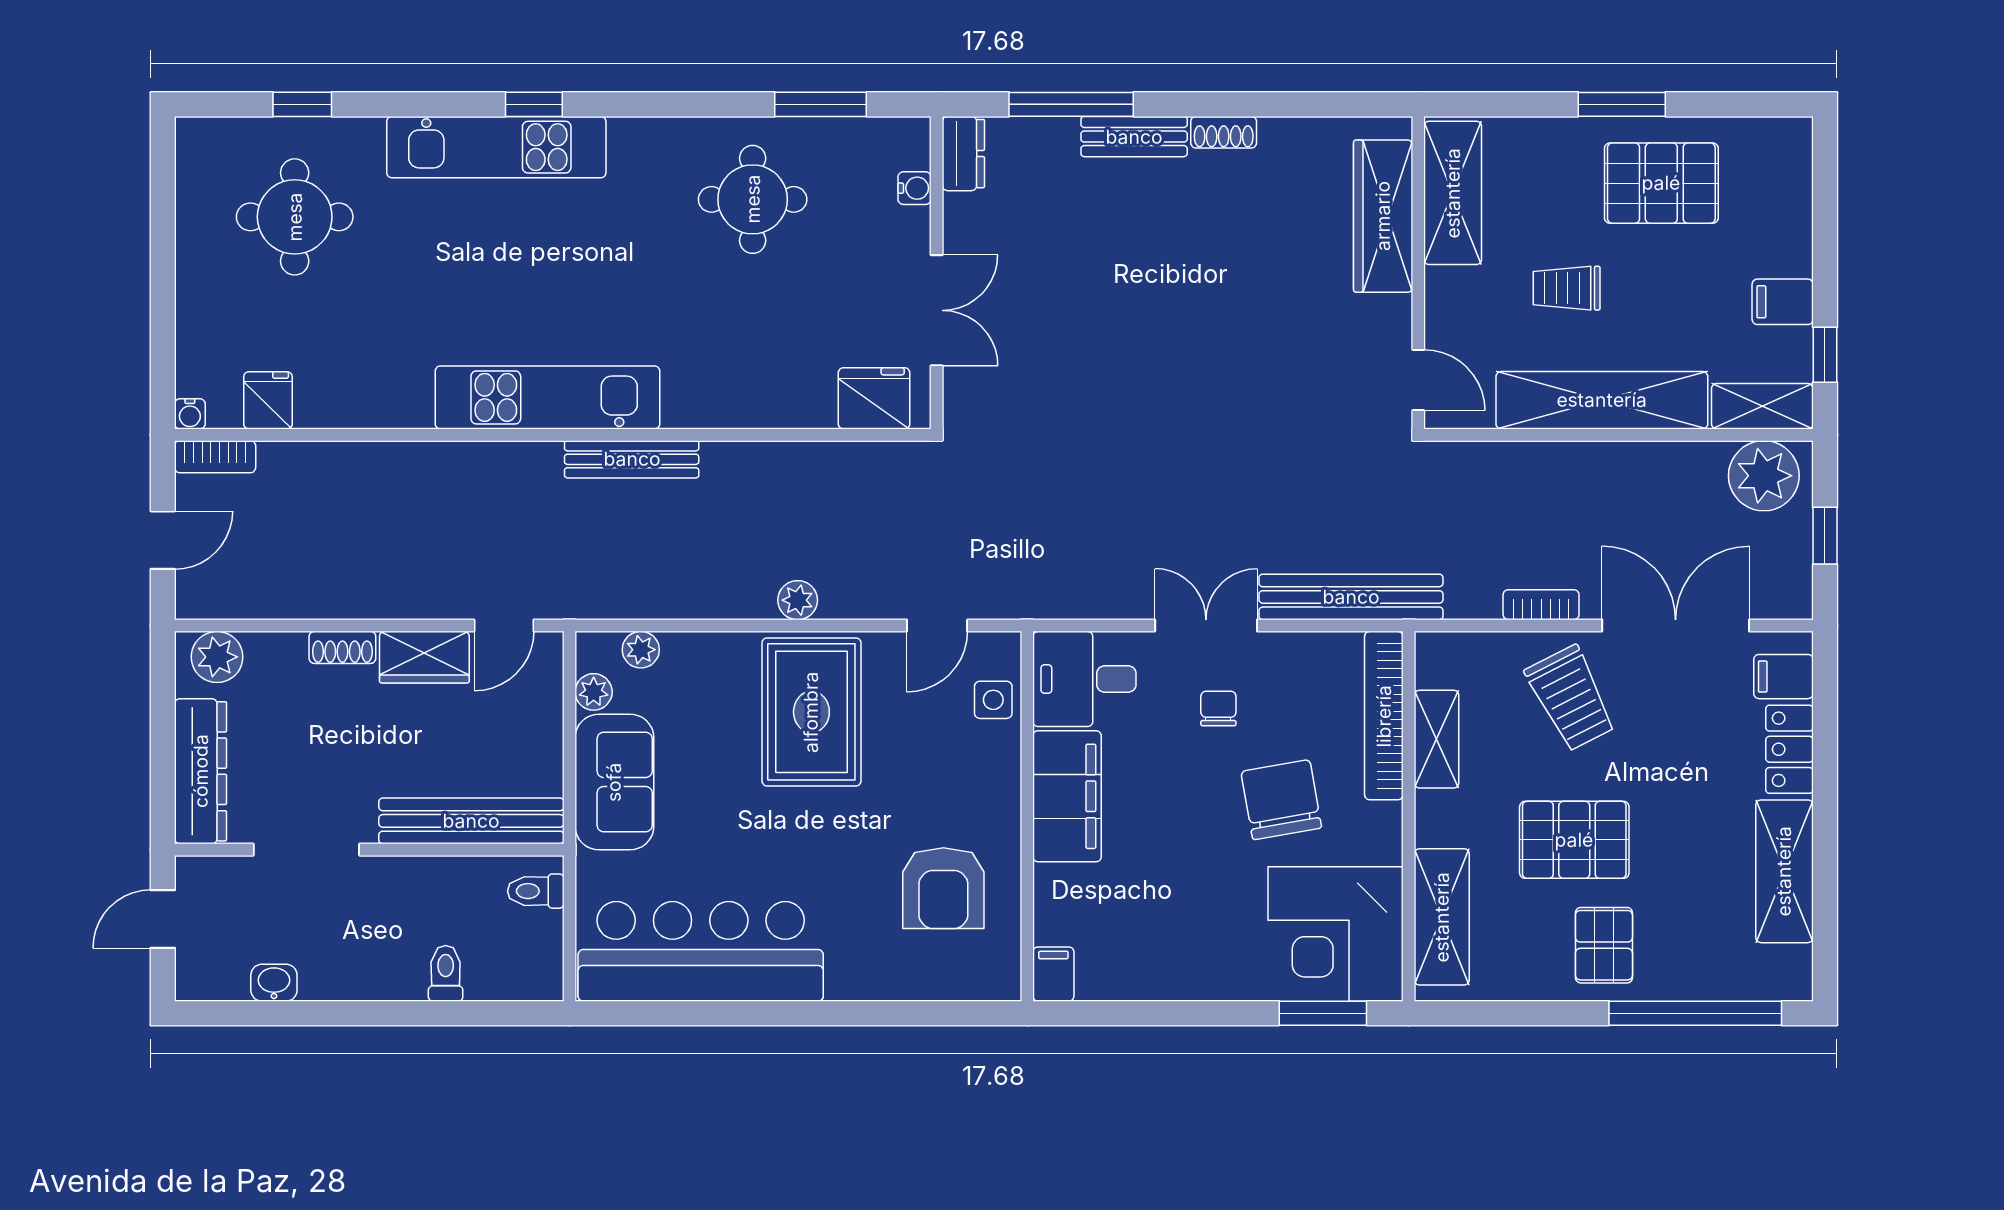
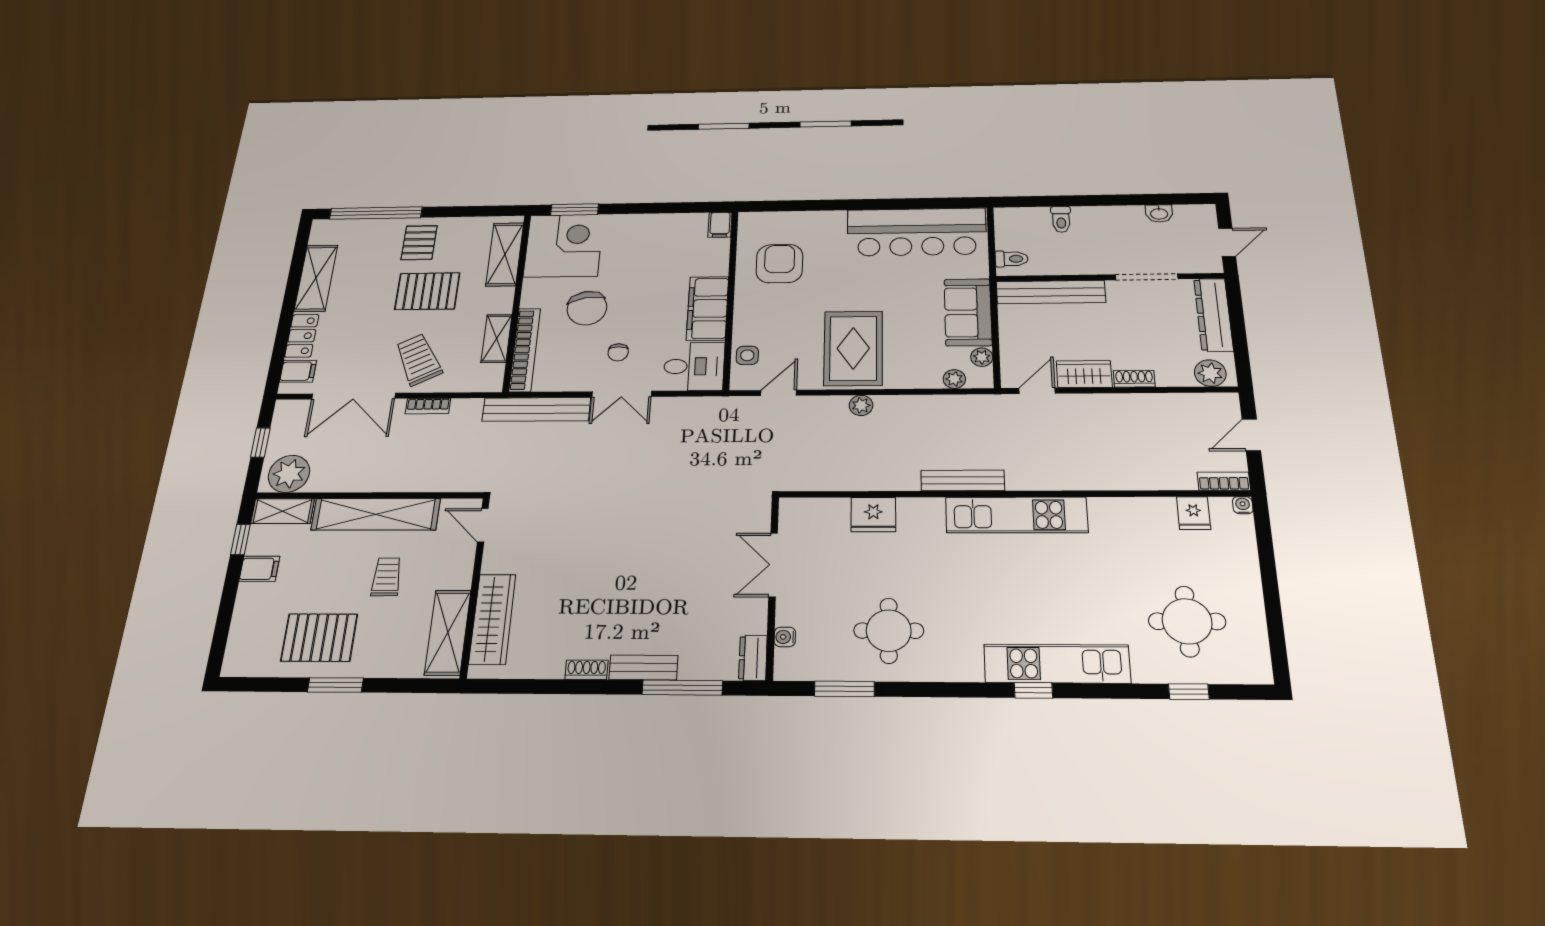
trolley: (1567, 288) -> (387, 577), turned -91
fridge: (874, 398) -> (873, 515), moved

